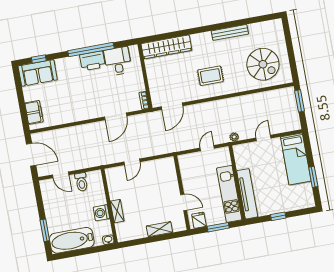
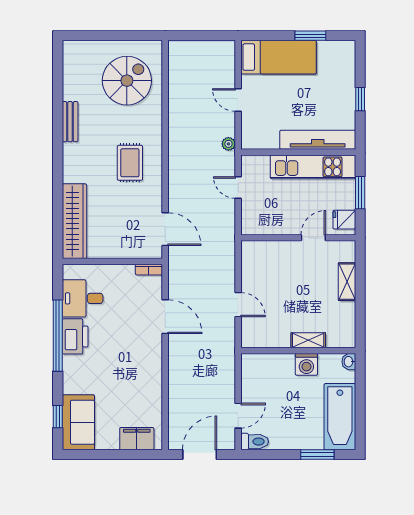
bench: (230, 32) -> (70, 122), width x0.73
window: (299, 101) -> (192, 36), removed
toilet: (81, 182) -> (255, 442), moved

